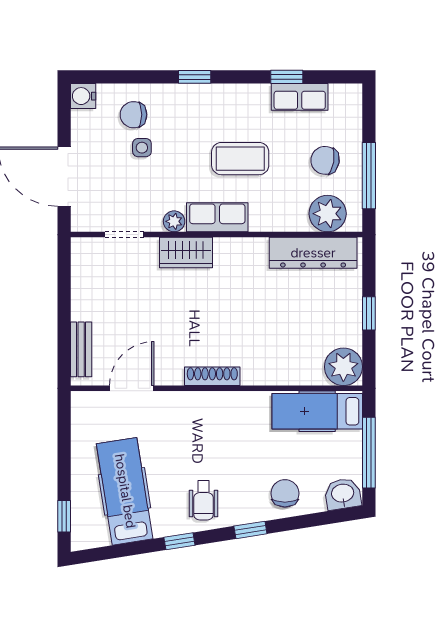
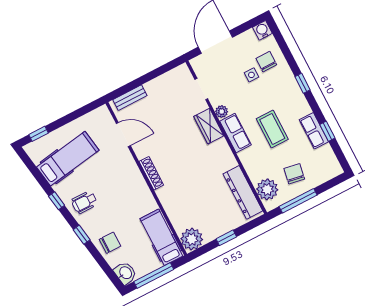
row of seats: (300, 97) -> (314, 131), moved

